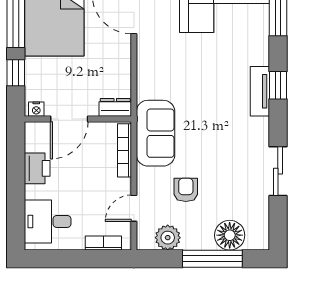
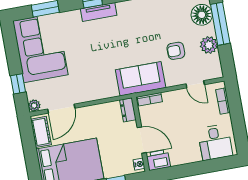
bookcase: (124, 150) -> (150, 99), width x0.64
printer: (37, 168) -> (158, 160), moved
plant: (168, 238) -> (209, 45), moved

